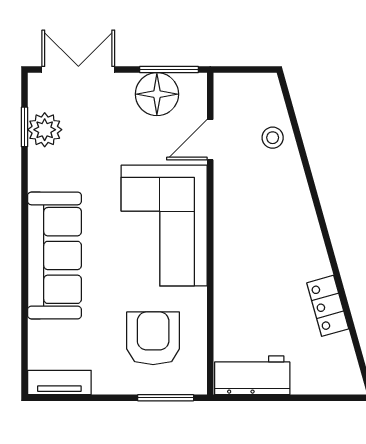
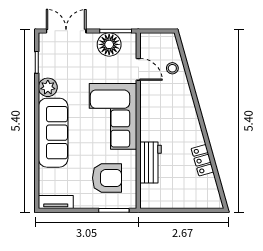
plant: (45, 130) -> (48, 87), moved
door: (210, 140) -> (138, 69), swing flipped
armchair: (153, 338) -> (107, 178), turned 90
workbench: (252, 375) -> (151, 163), moved, turned 90

